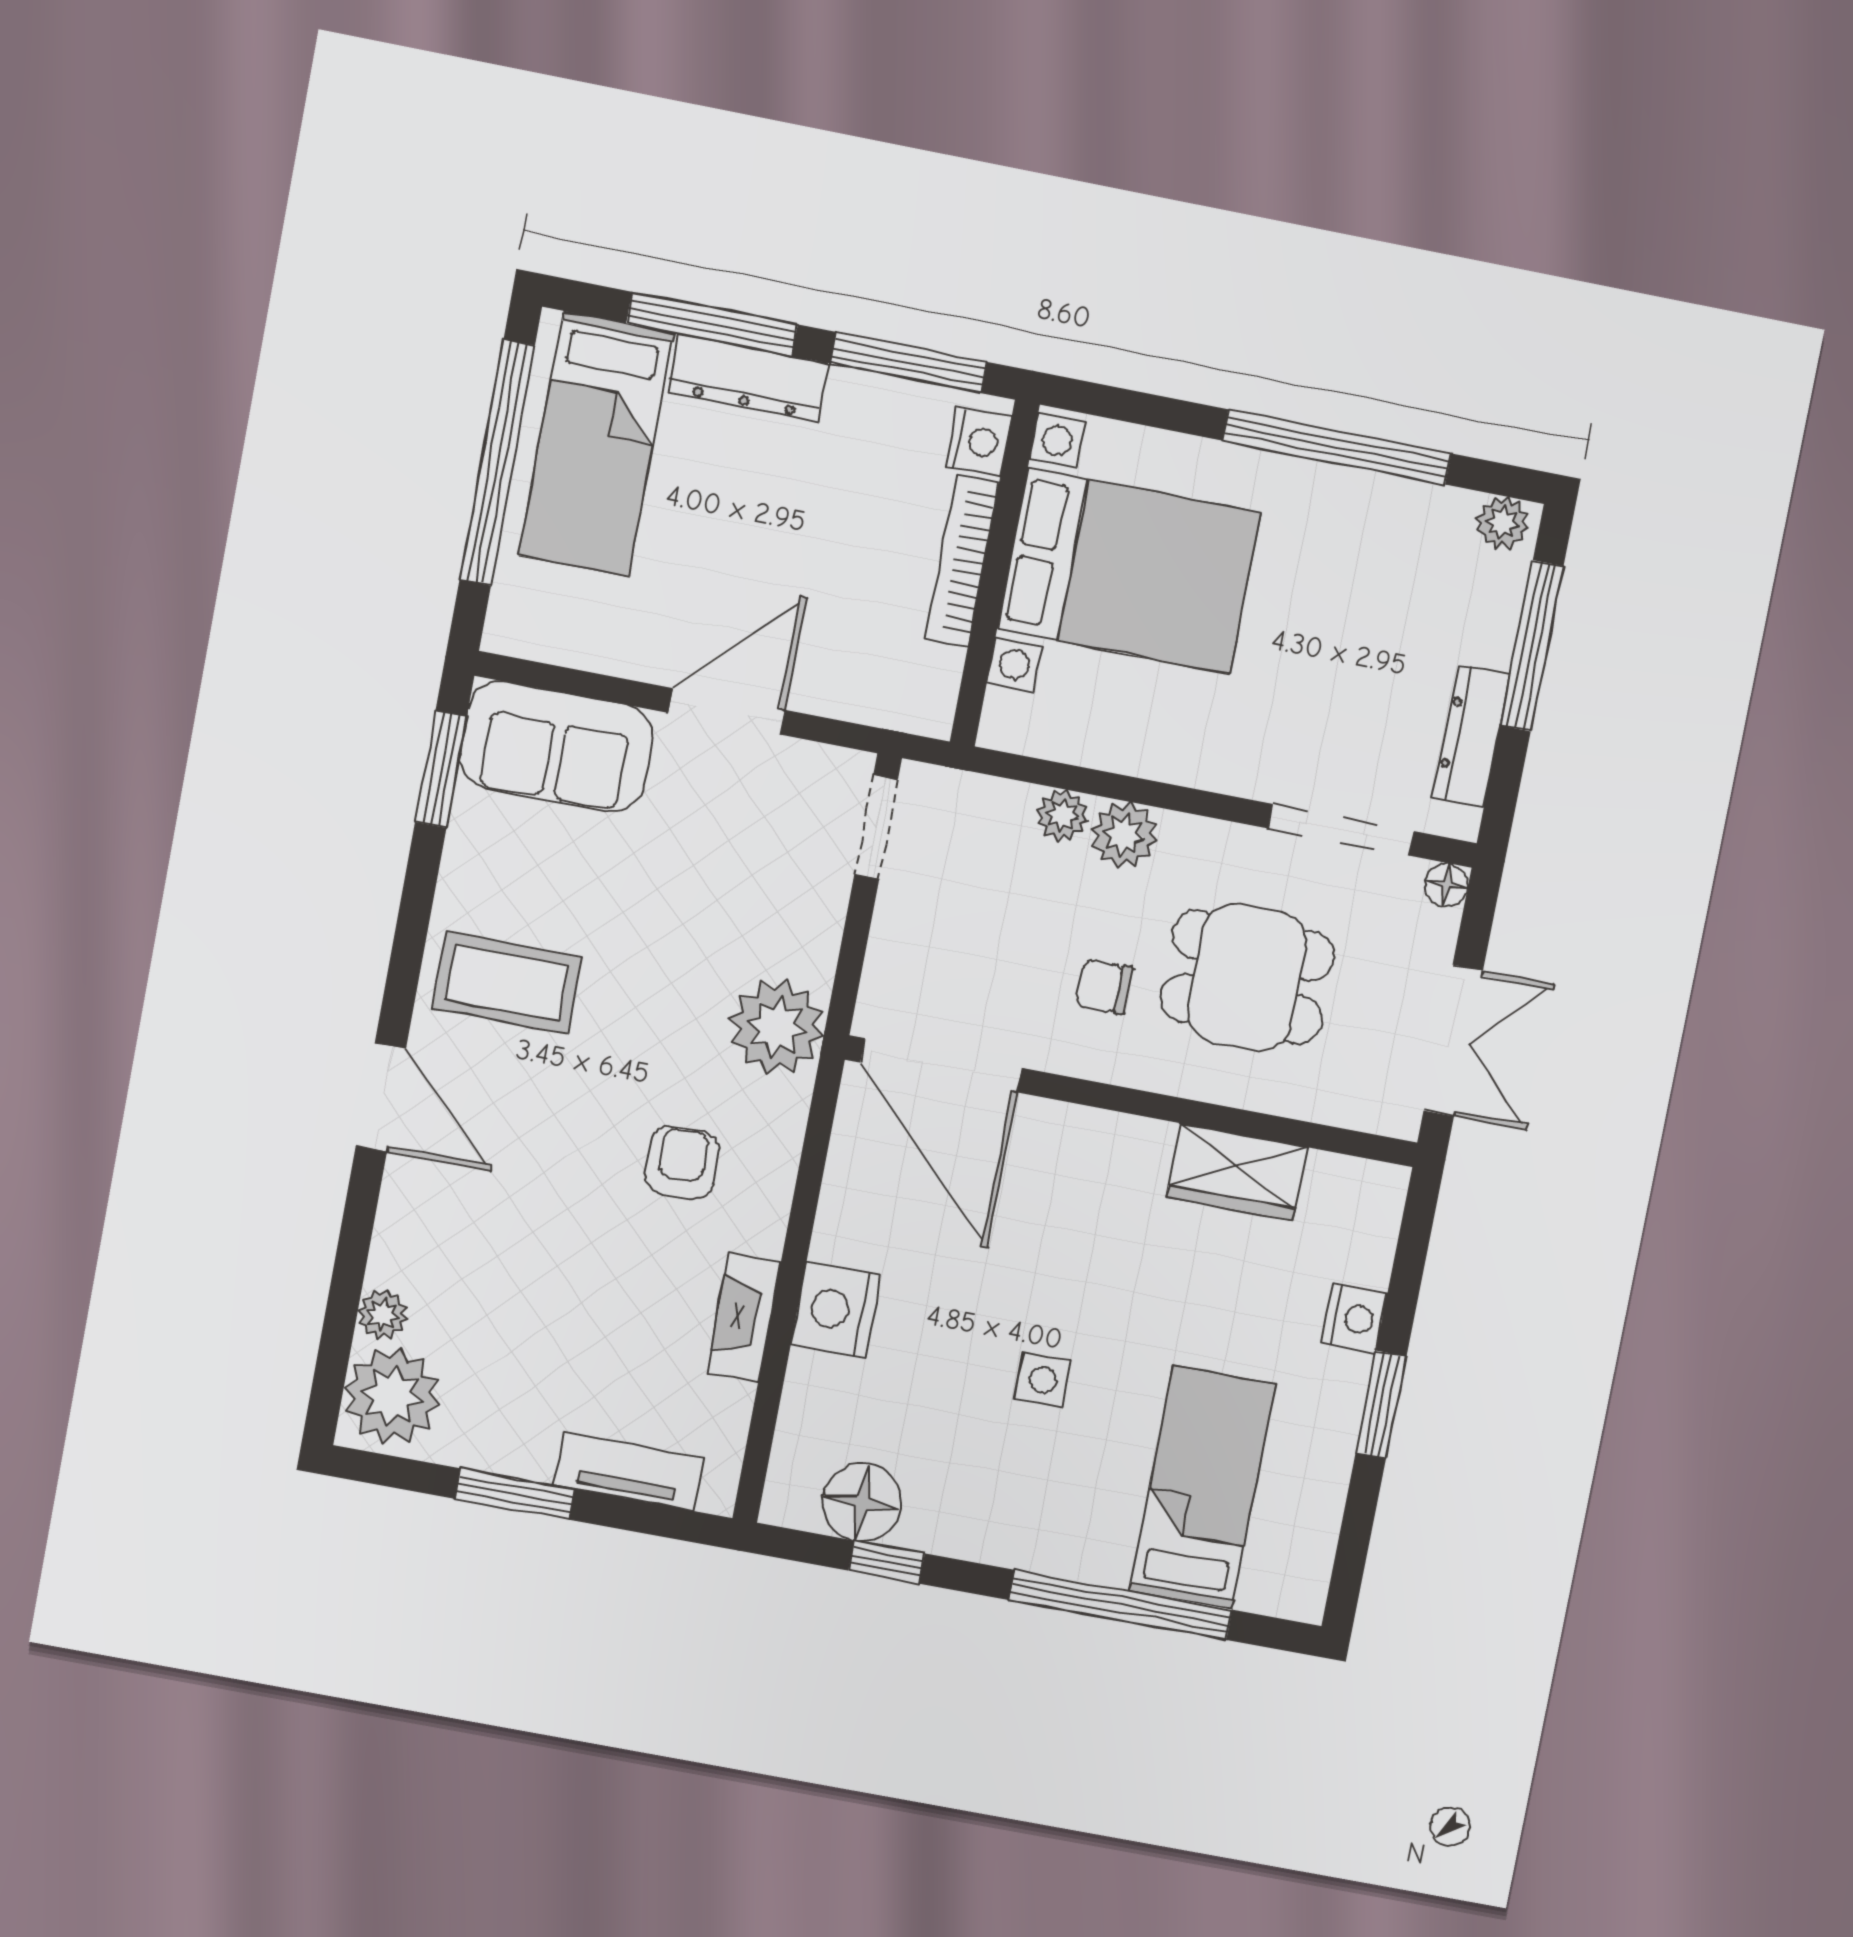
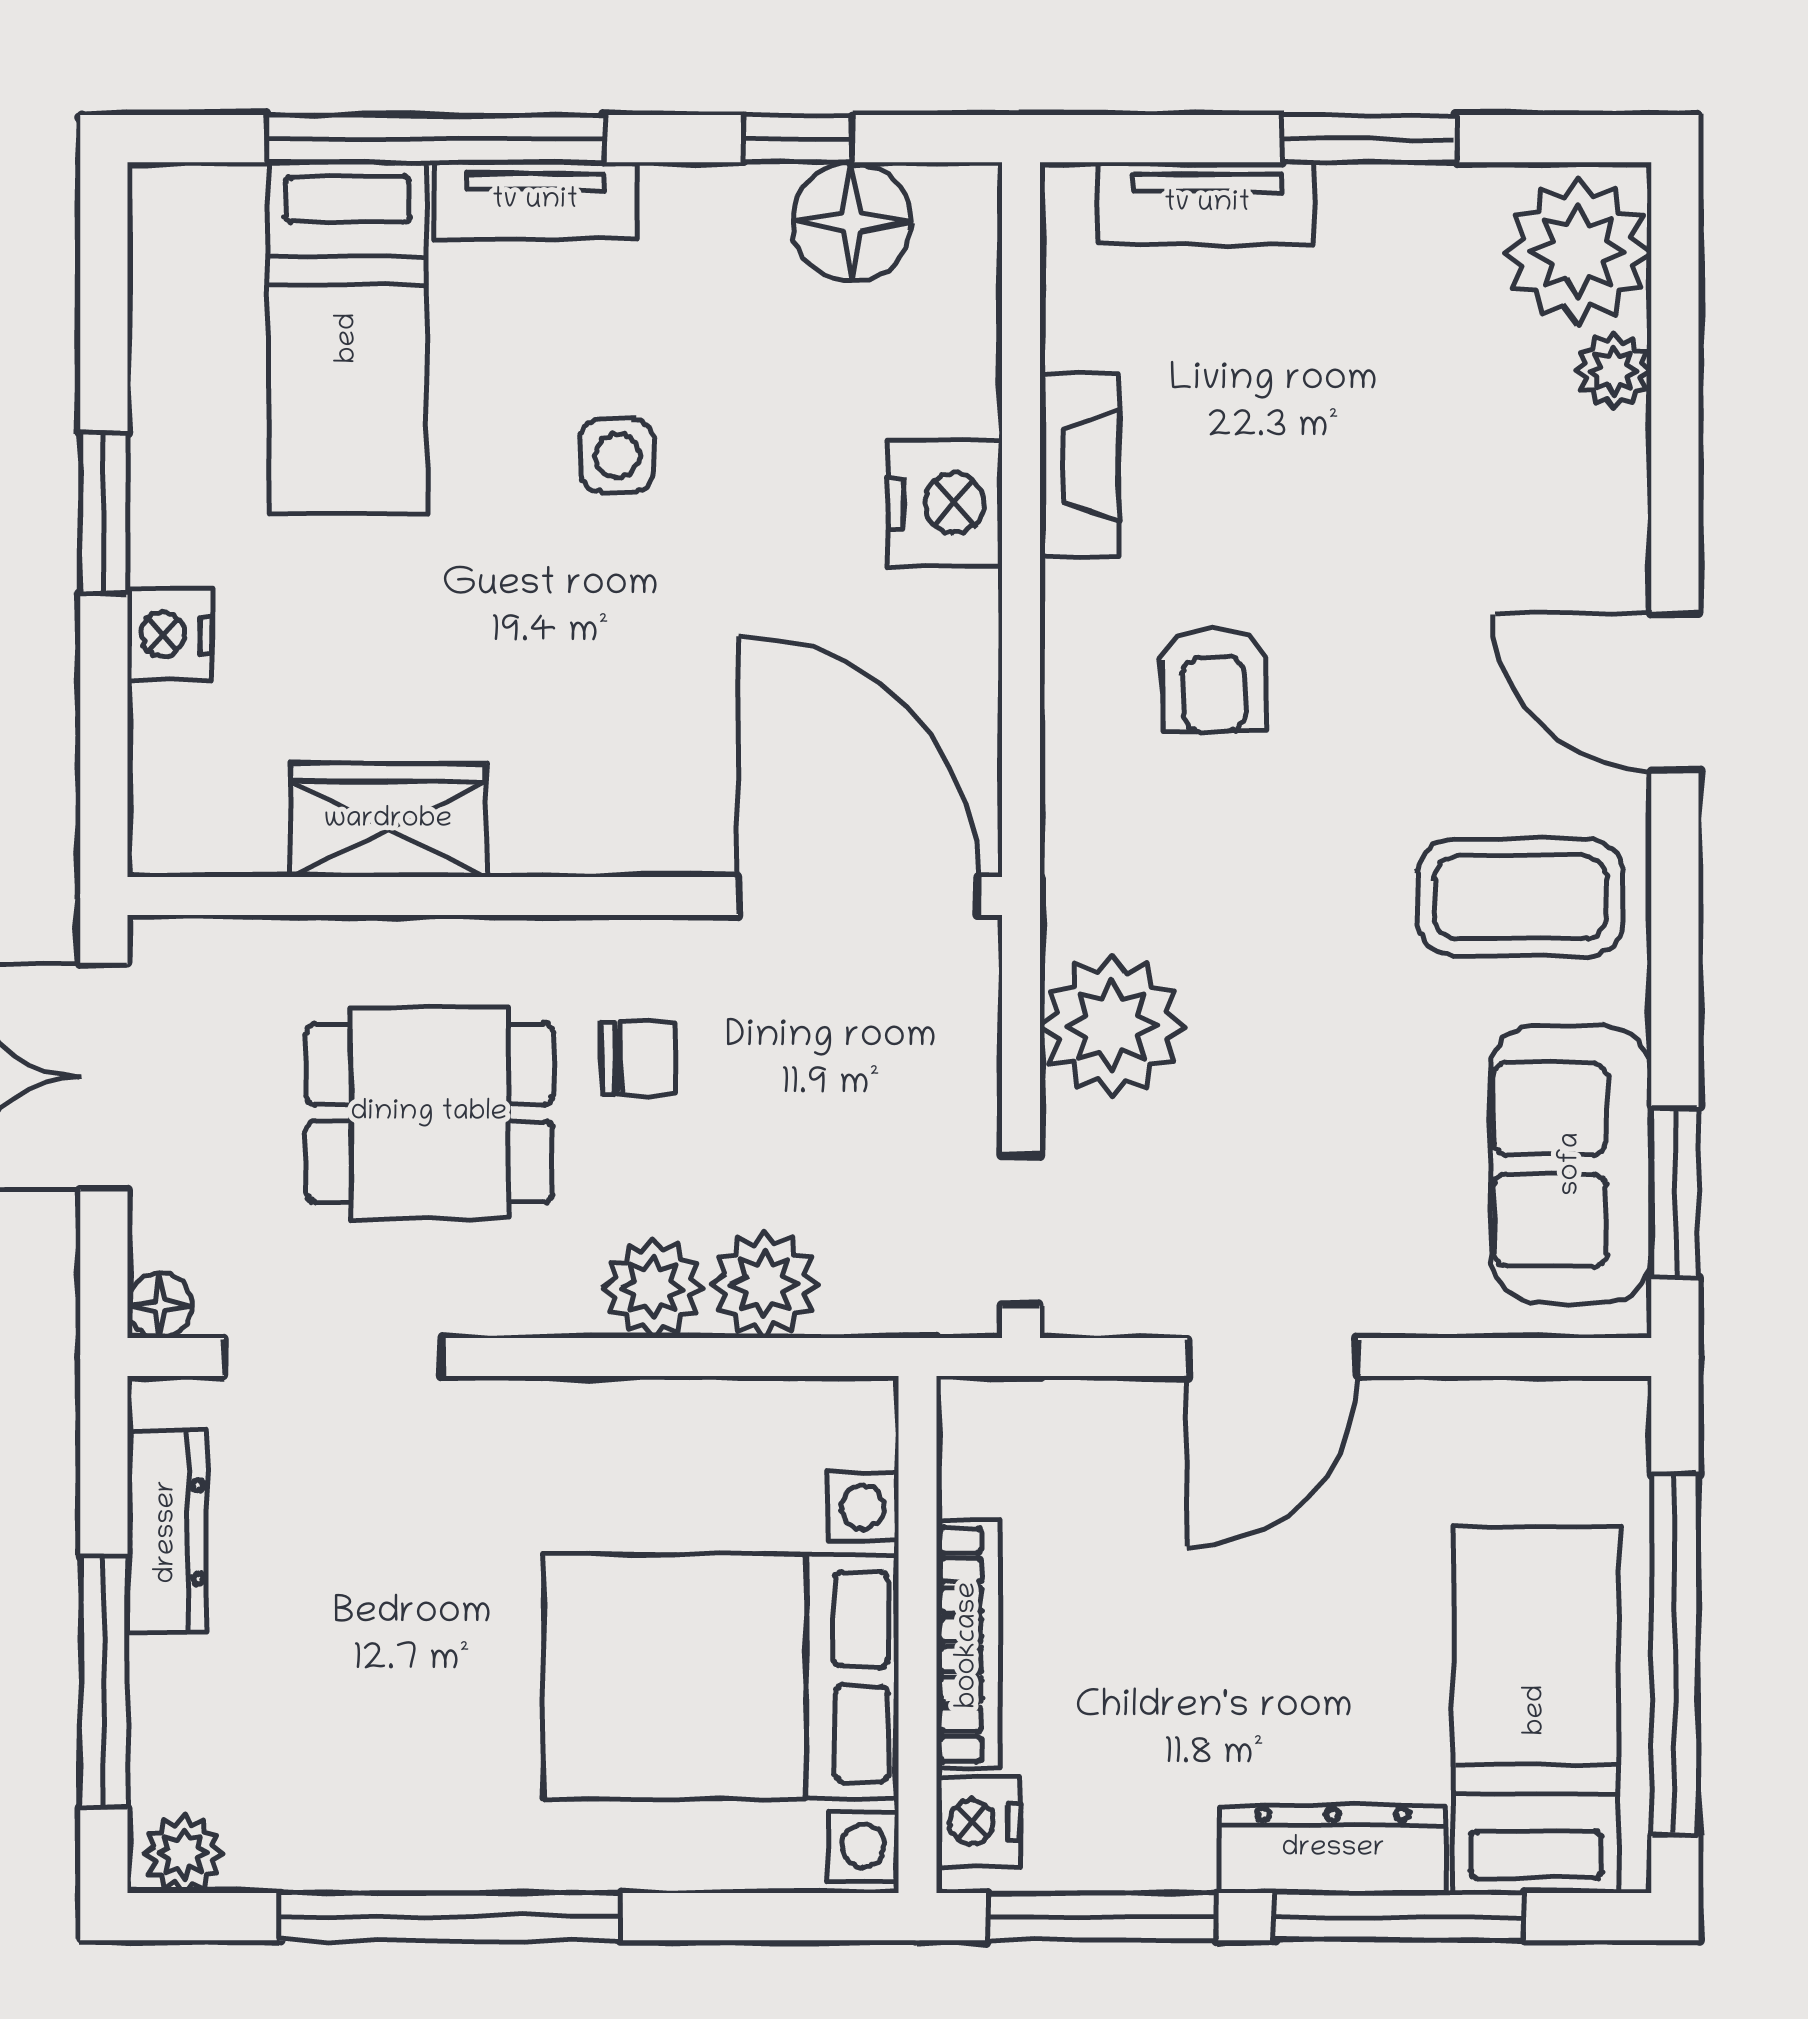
sofa: (556, 746) -> (1571, 1164), moved, turned -90
plant: (1062, 815) -> (765, 1284), width x1.38, depth x1.38
plant: (777, 1027) -> (1112, 1026), moved
tv unit: (1064, 1553) -> (535, 201), added

